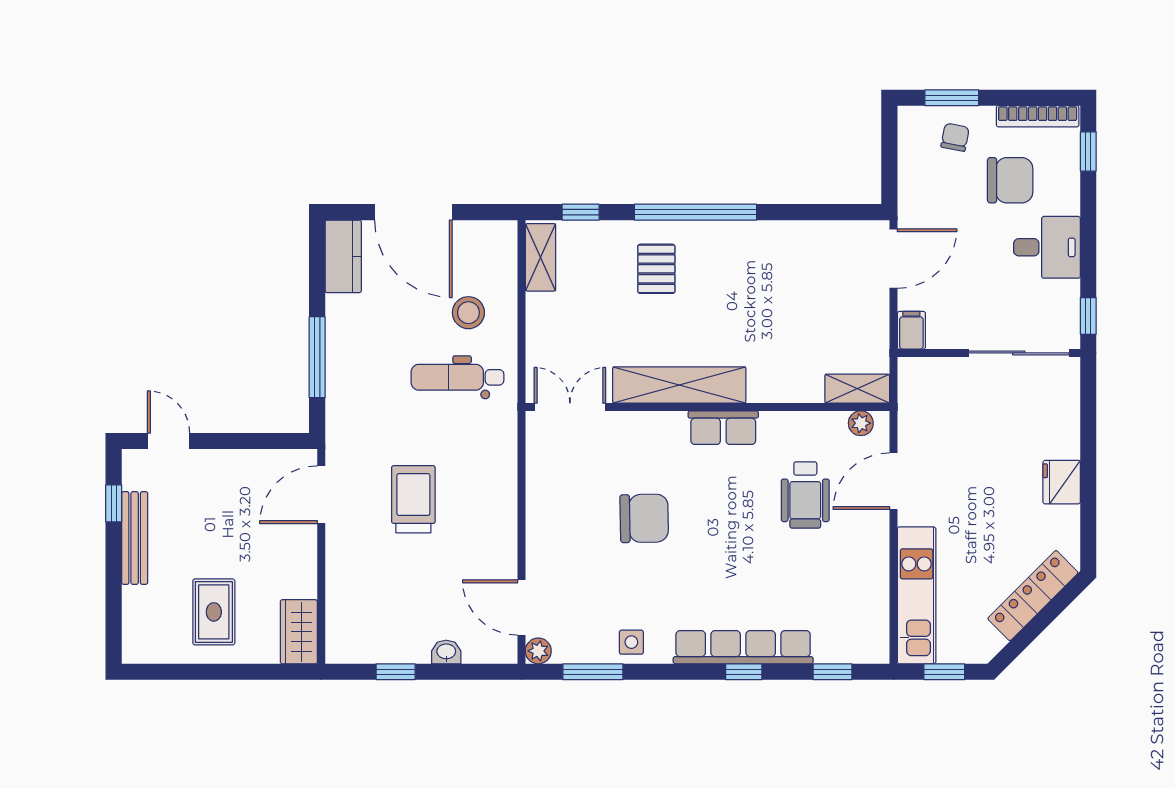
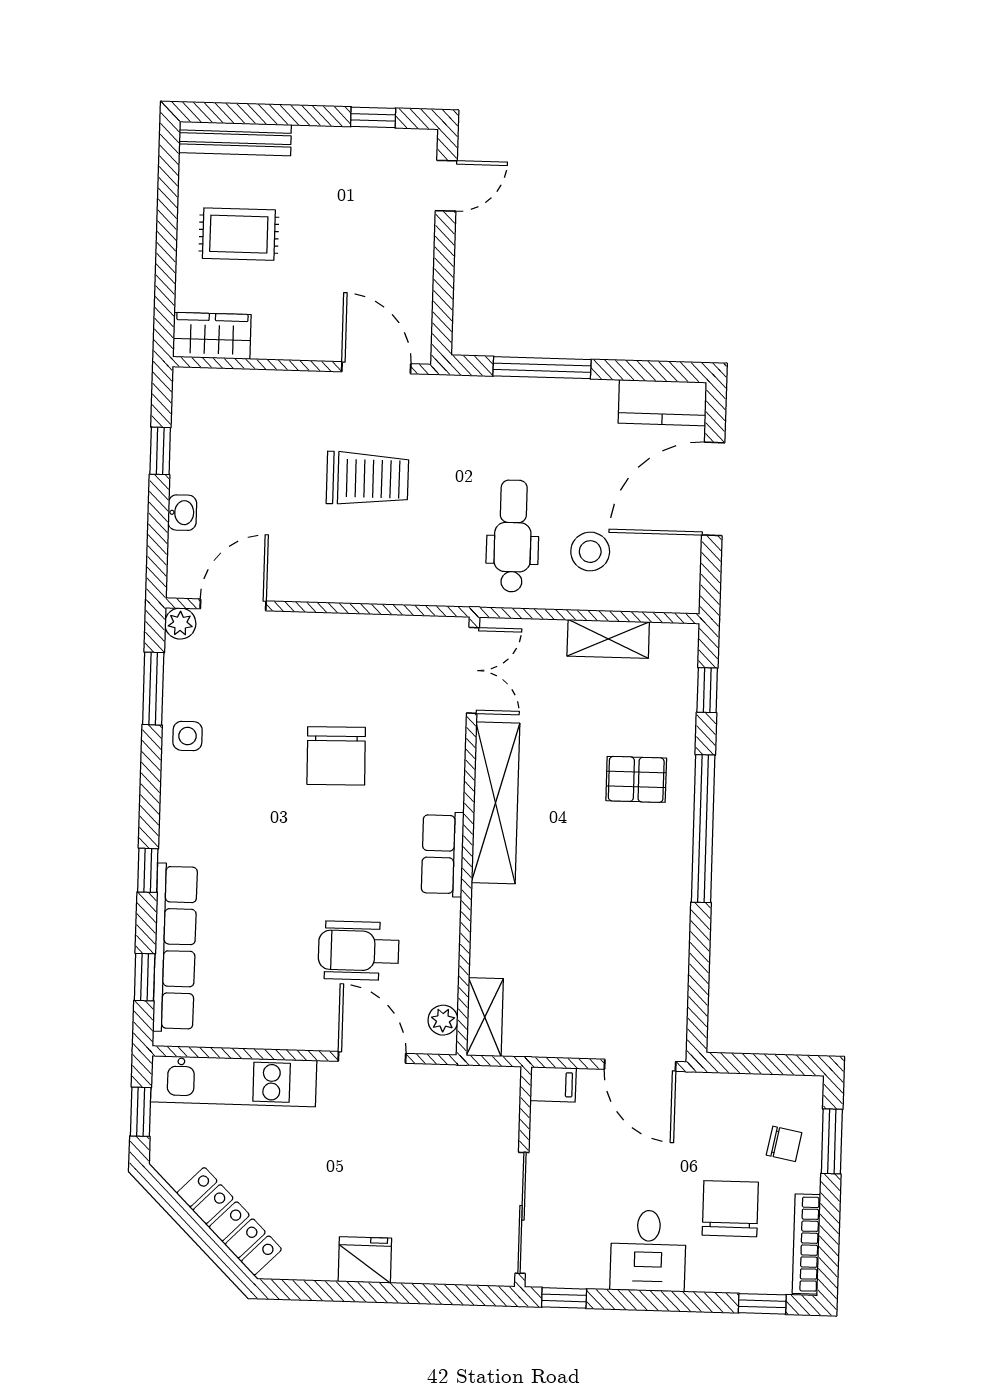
chair: (1010, 180) -> (730, 1209), turned 180
shelving: (541, 257) -> (608, 639), moved
bench: (135, 538) -> (235, 139), moved
row of seats: (743, 647) -> (175, 948), moved

